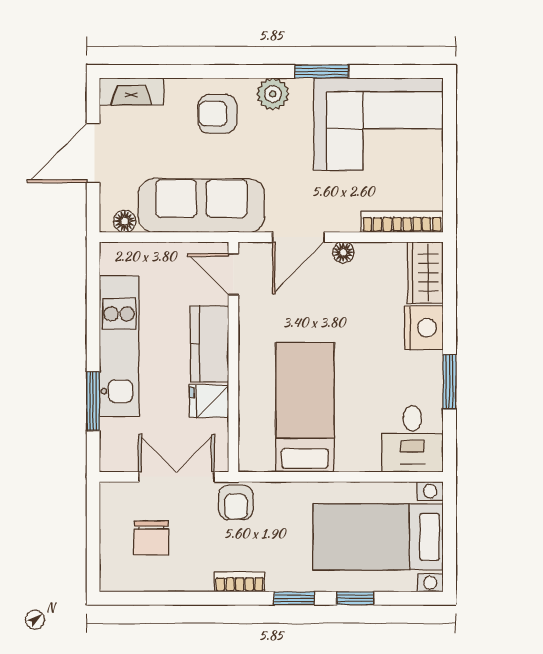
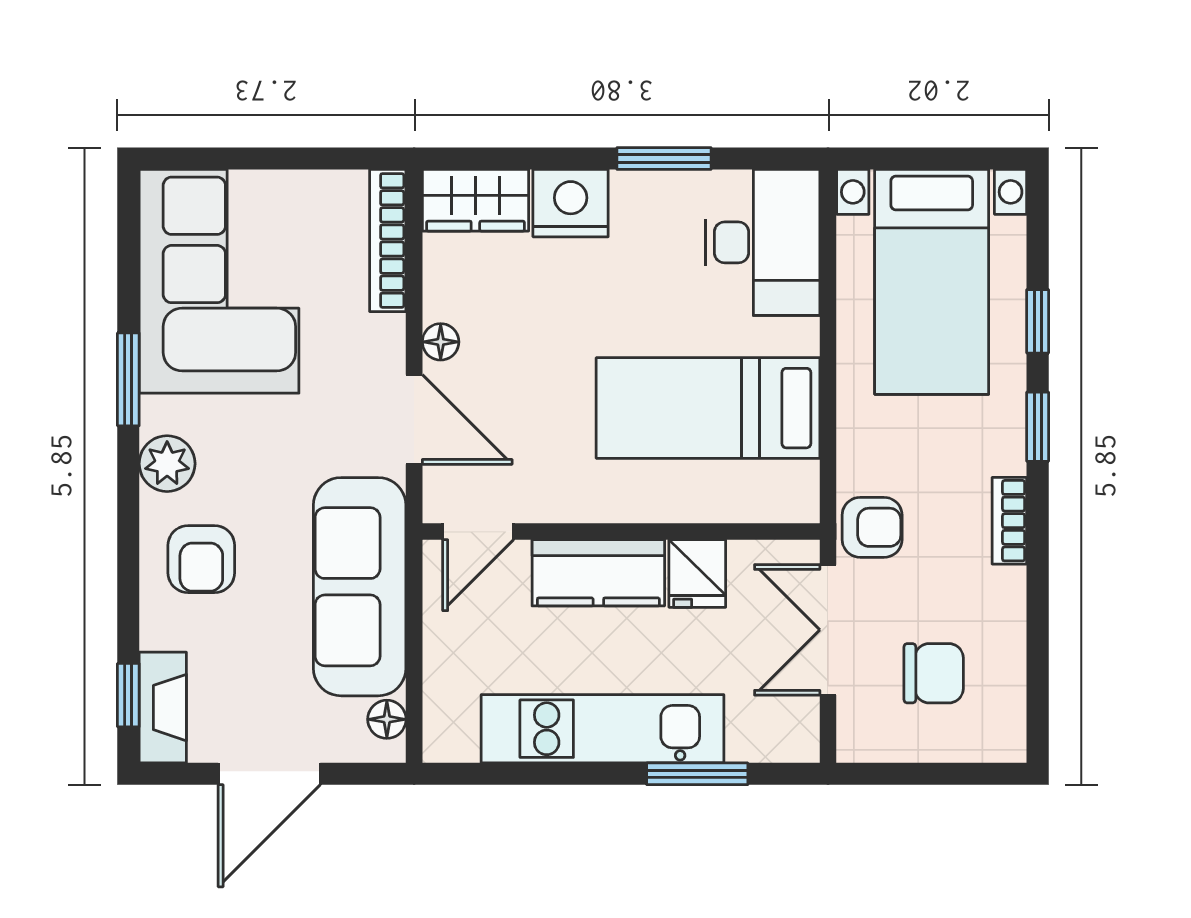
window: (139, 71) -> (128, 695), added
door: (93, 153) -> (269, 774), hinge flipped
desk: (412, 439) -> (762, 242), width x1.37

